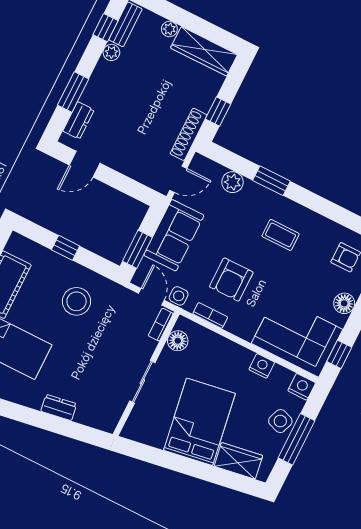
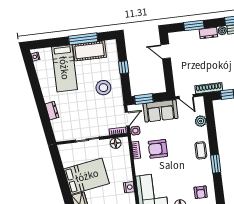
dresser: (78, 120) -> (208, 33), moved
window: (271, 181) -> (216, 164), moved
coffee table: (281, 235) -> (201, 150), moved

